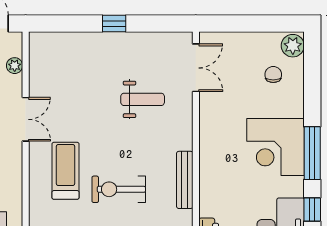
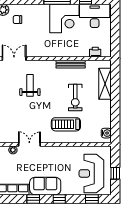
double door: (26, 119) -> (29, 144), moved
corner desk: (275, 147) -> (64, 18), moved

